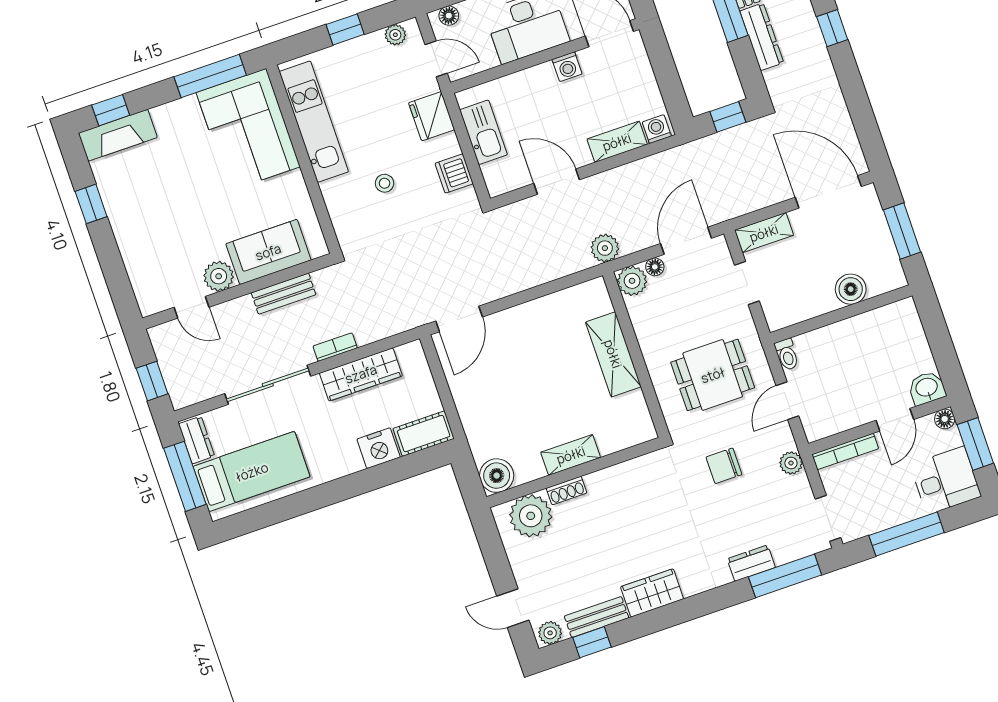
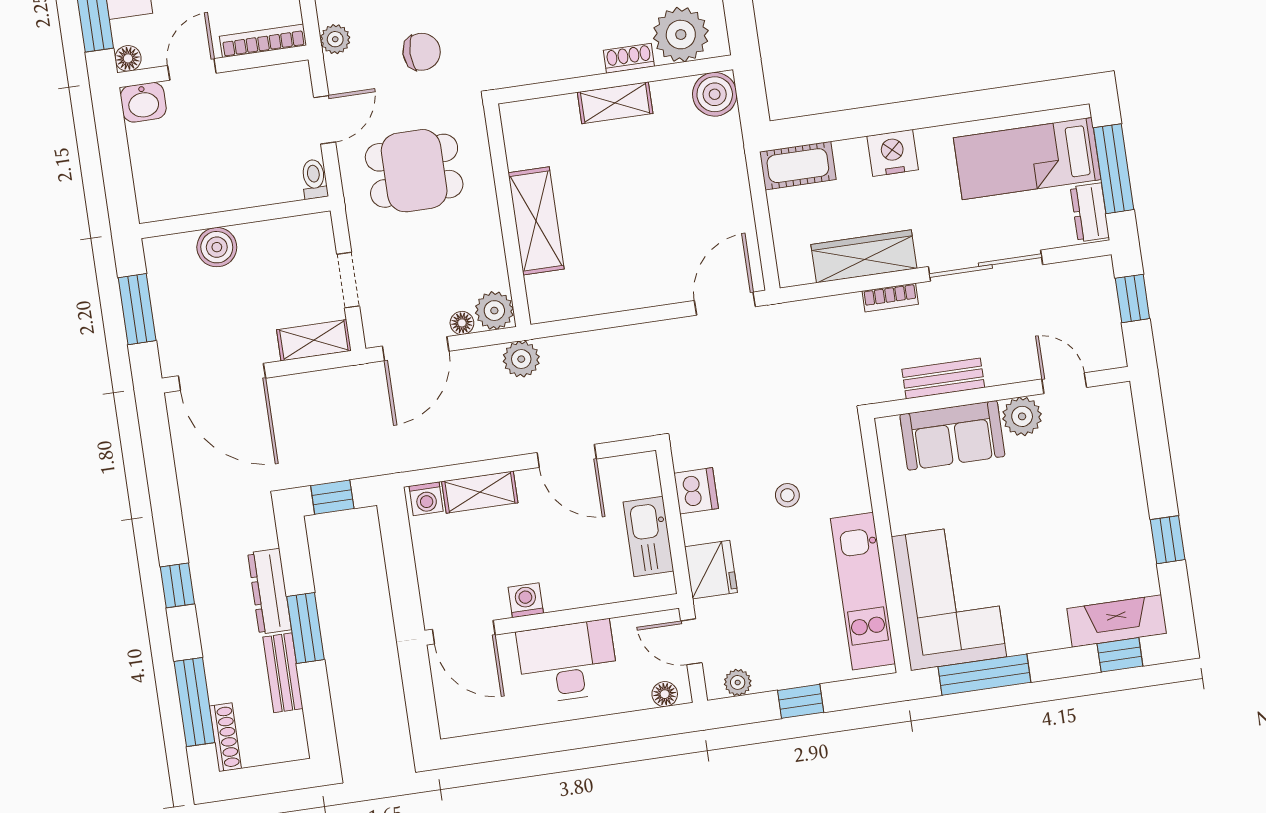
nightstand: (379, 448) -> (893, 153), moved

